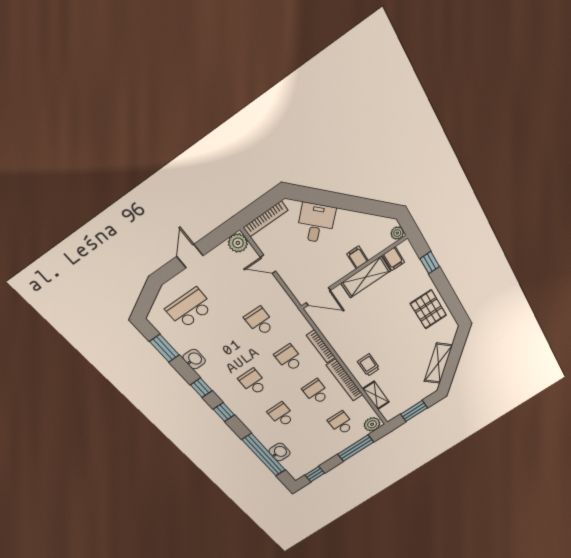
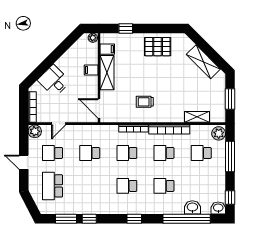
school desk: (228, 282) -> (53, 153), added
door: (318, 297) -> (99, 108), swing flipped
washbasin: (194, 359) -> (218, 208), moved
trolley: (369, 365) -> (145, 102), moved
window: (201, 388) -> (89, 219), moved

